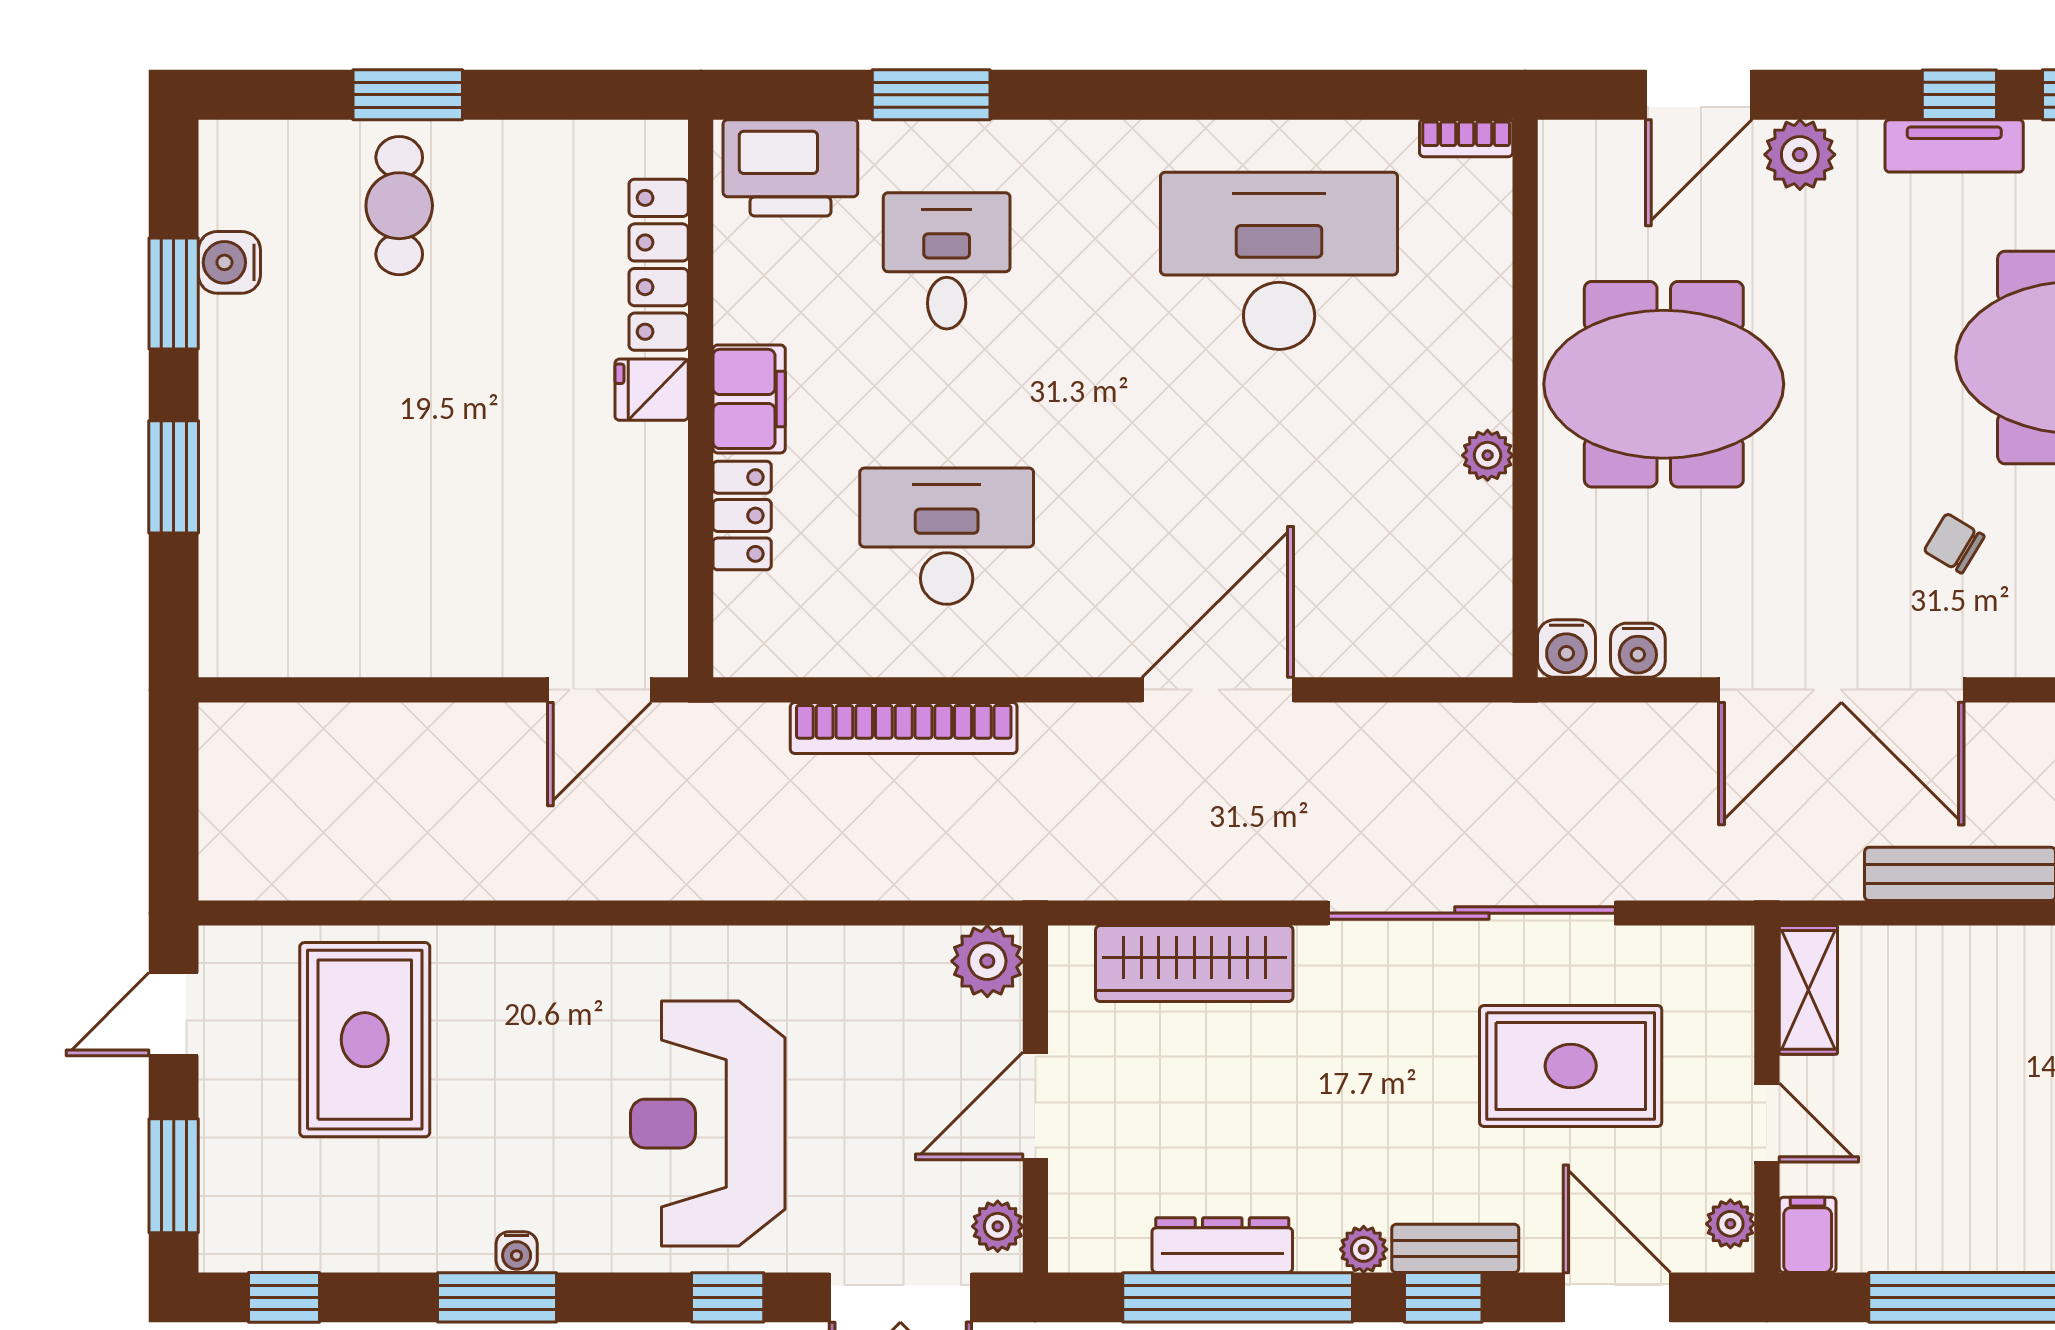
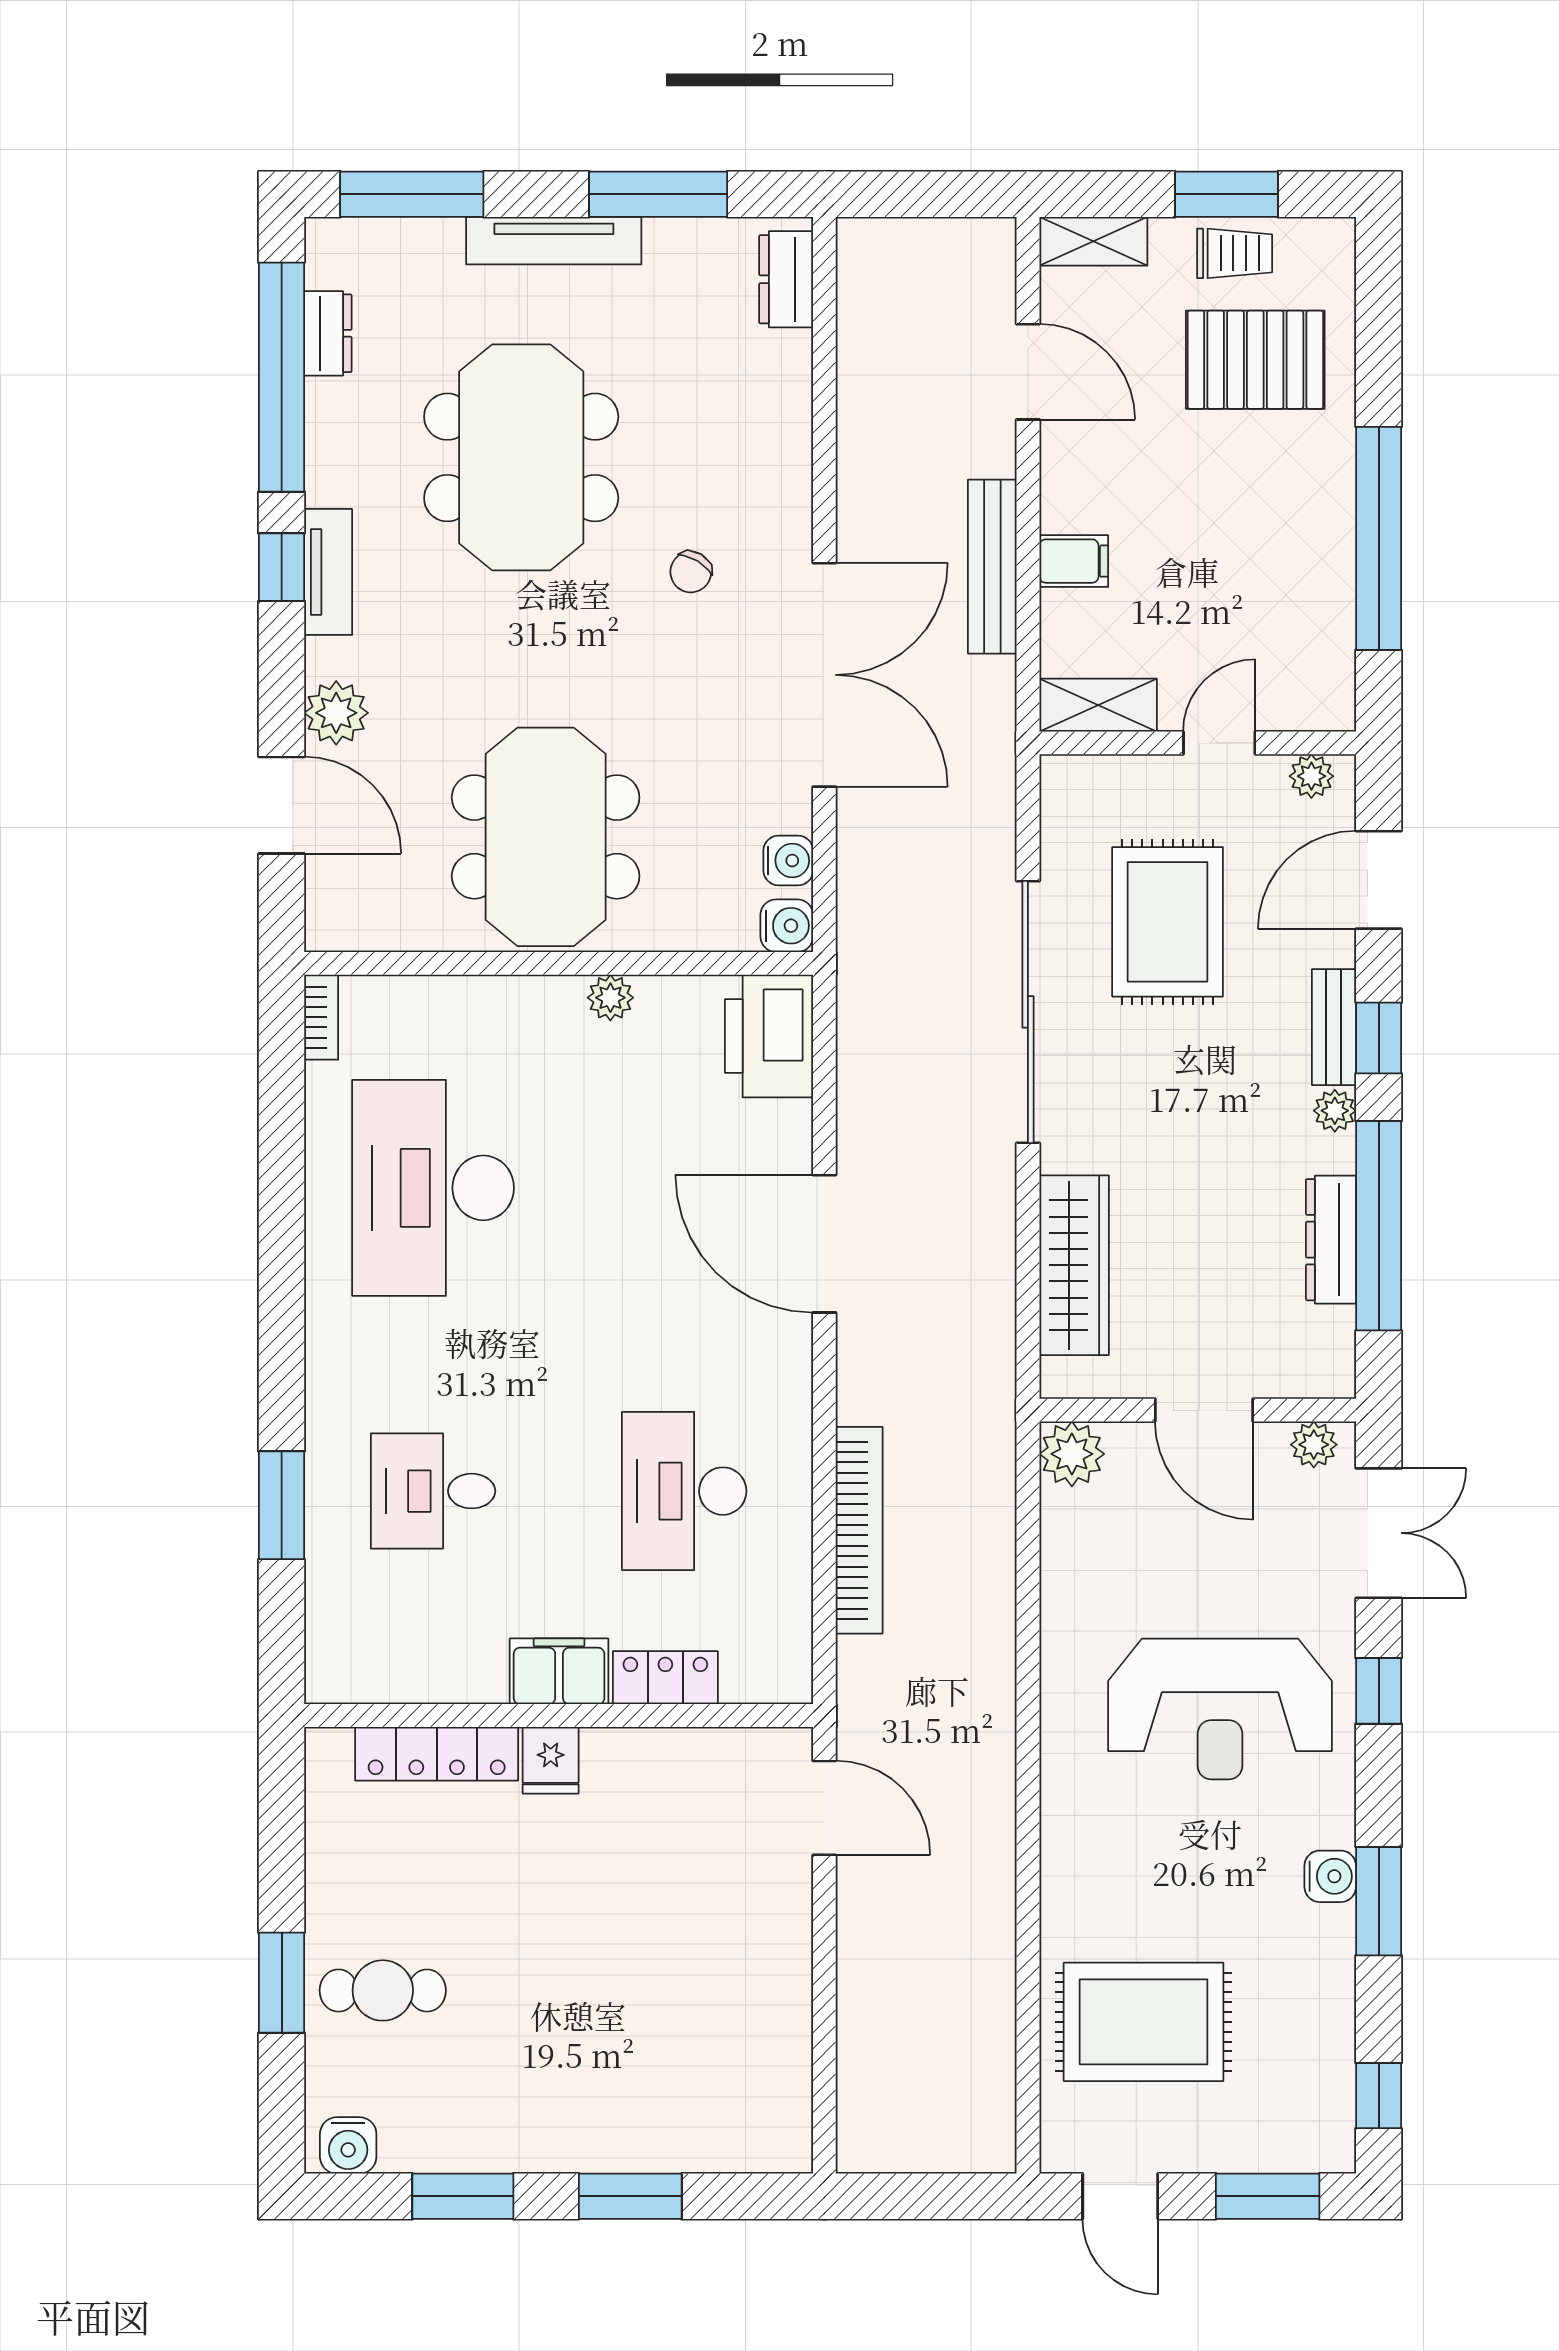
printer: (790, 168) -> (769, 1036), moved, turned 180
water cooler: (229, 262) -> (348, 2145), moved
filing cabinet: (1808, 1235) -> (1074, 561), moved, turned 180
water cooler: (517, 1252) -> (1330, 1876), width x1.38, depth x1.38

